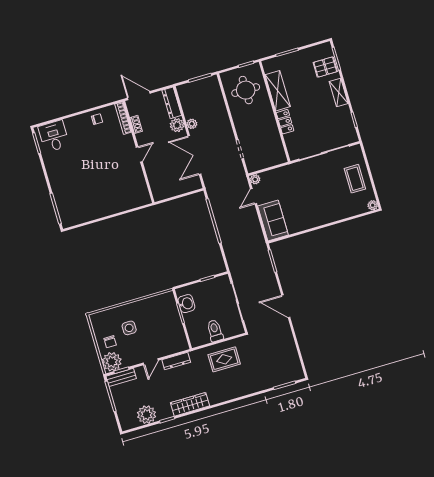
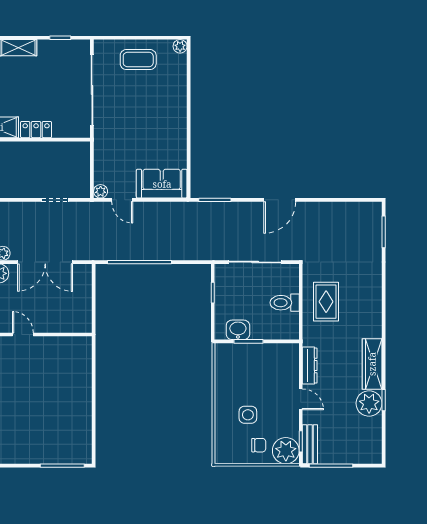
plant: (147, 415) -> (369, 403), moved

